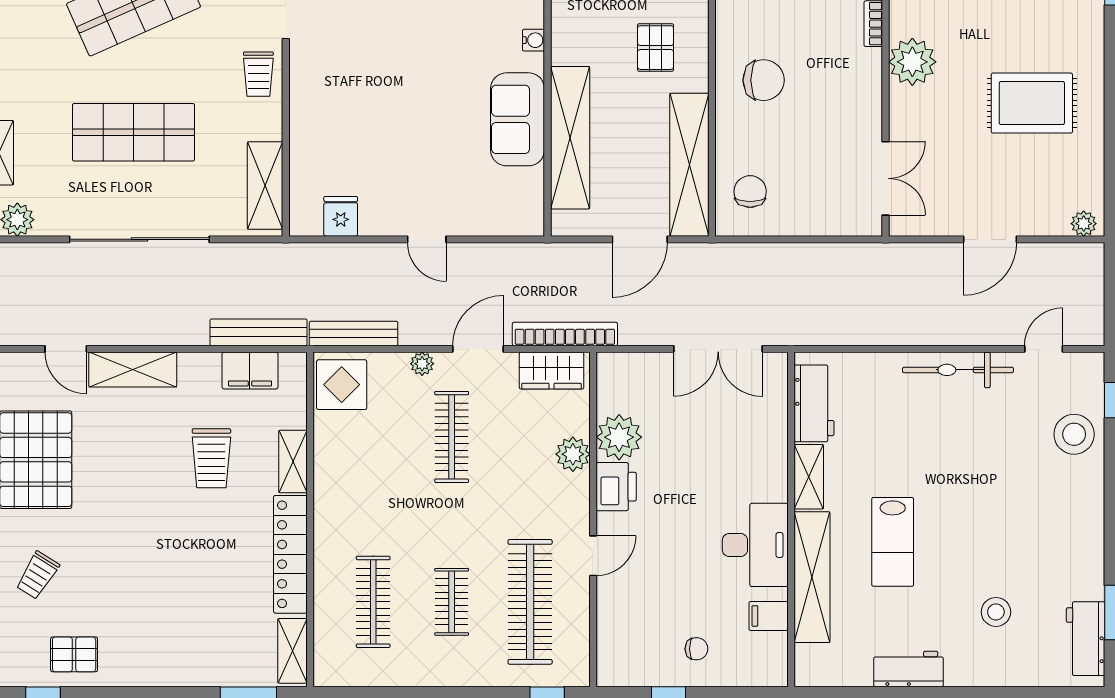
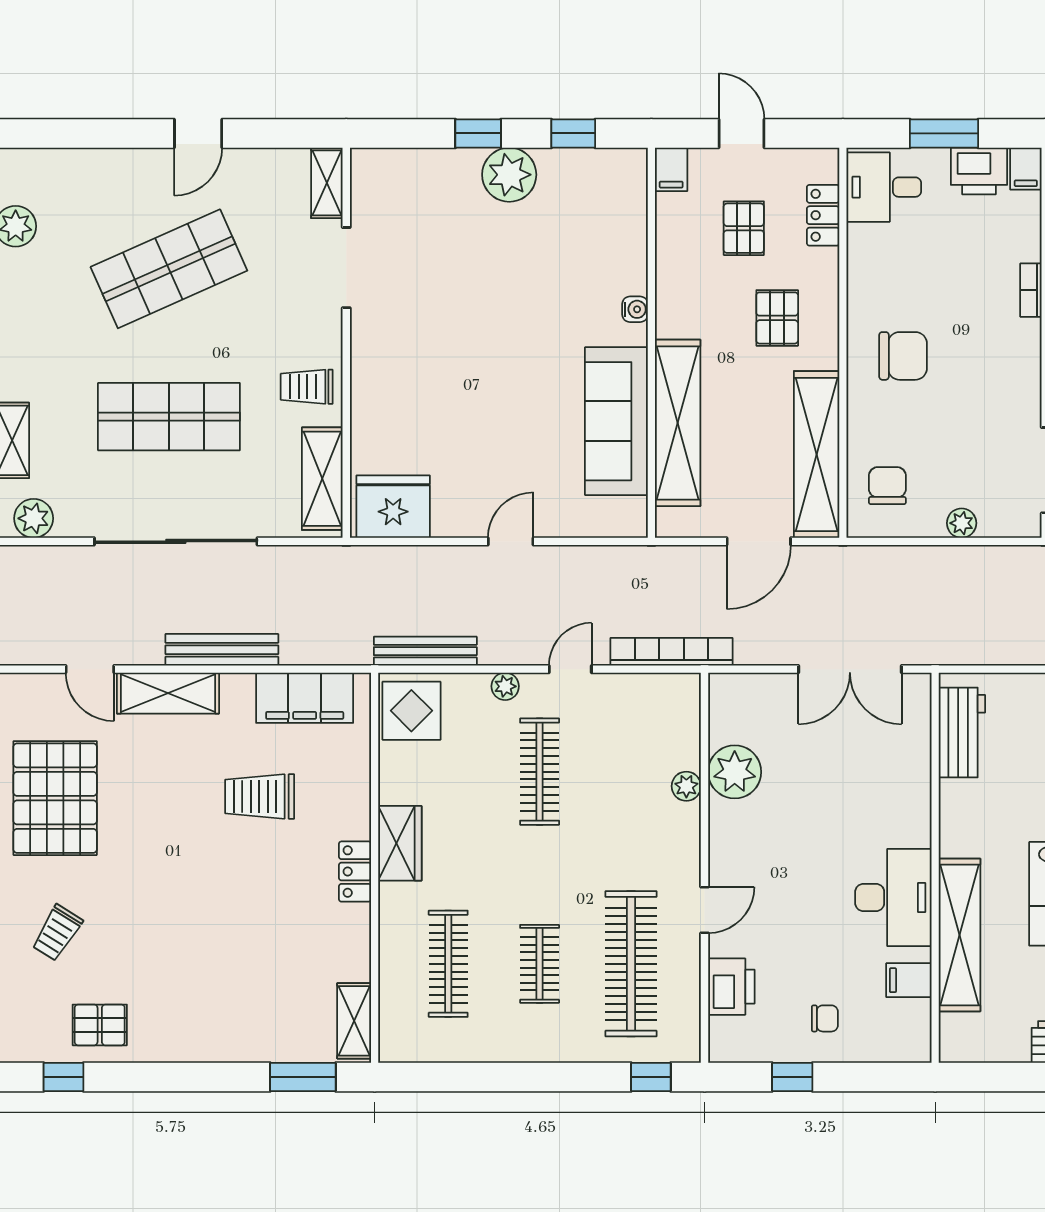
trolley: (258, 74) -> (307, 387), moved, turned 90
sofa: (518, 119) -> (616, 421), width x1.36
fridge: (341, 216) -> (393, 507), width x1.88, depth x1.34
plant: (814, 224) -> (962, 523), added
door: (427, 239) -> (511, 541), swing flipped
bench: (259, 332) -> (222, 650), moved
door: (478, 349) -> (570, 669), width x0.73
filing cabinet: (250, 370) -> (305, 698), width x1.50, depth x1.17
wardrobe: (552, 371) -> (400, 843), moved, turned -90
plant: (573, 454) -> (686, 786), width x0.73, depth x0.73
trolley: (211, 458) -> (260, 796), turned 90
shelving: (293, 462) -> (355, 800), removed
shelving: (809, 477) -> (956, 818), removed
printer: (616, 487) -> (731, 987), moved
locker: (290, 554) -> (355, 872), width x0.46, depth x0.83

